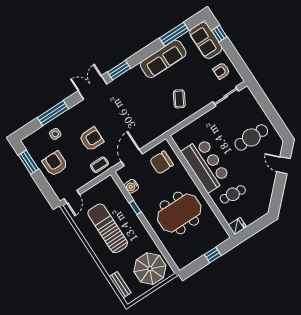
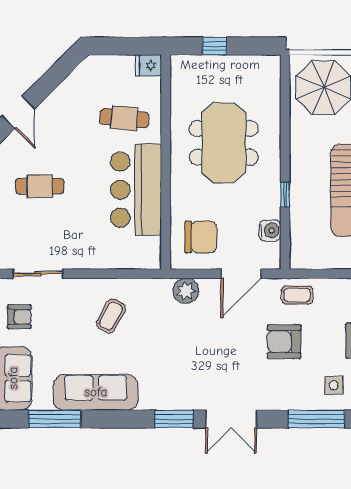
plant: (152, 133) -> (186, 291), added
cafe table: (251, 137) -> (40, 186), width x0.73, depth x0.74
meeting table: (179, 213) -> (224, 143), turned 90

